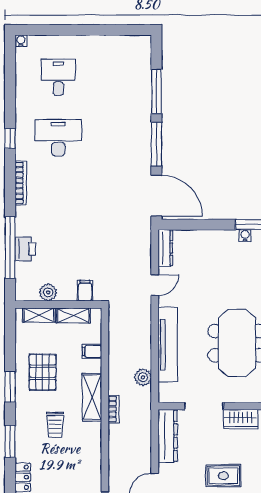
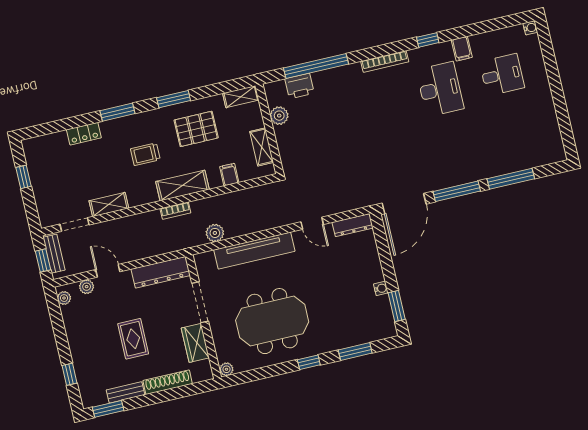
water cooler: (245, 235) -> (381, 288), moved
printer: (25, 249) -> (299, 86), moved
filing cabinet: (85, 291) -> (462, 49), moved, turned 90
shelving: (39, 315) -> (241, 97), moved, turned 90
shelving: (94, 469) -> (109, 204), added

